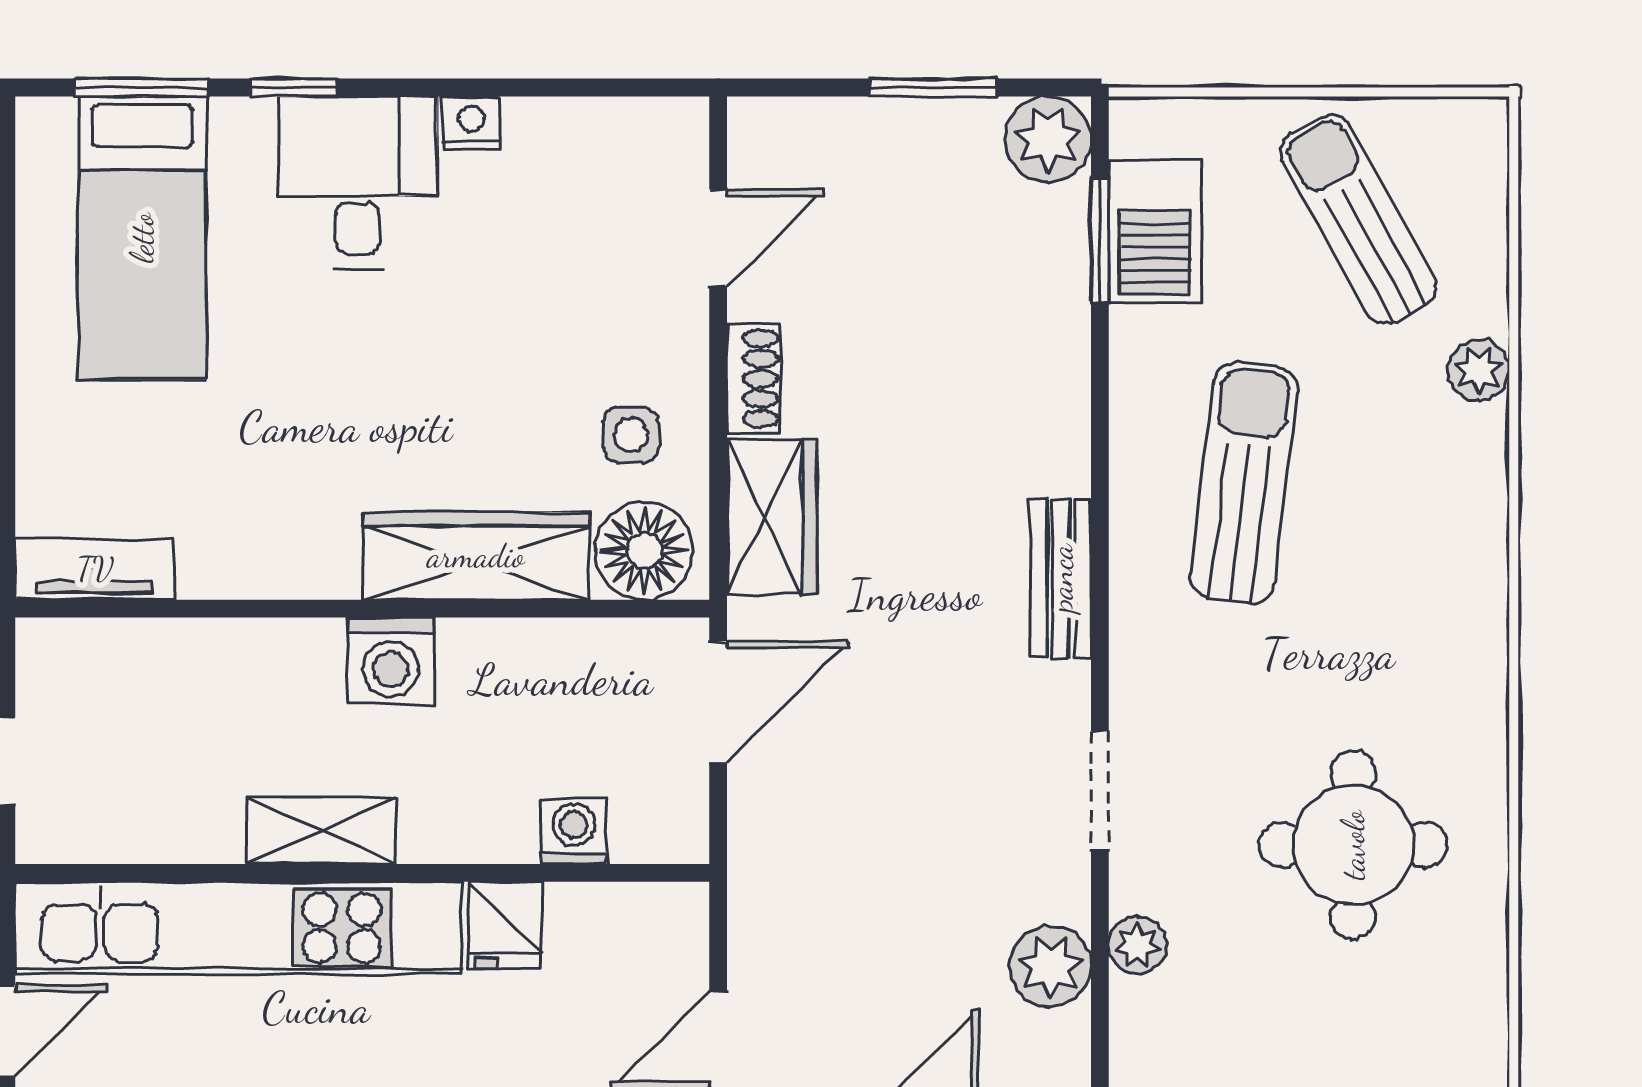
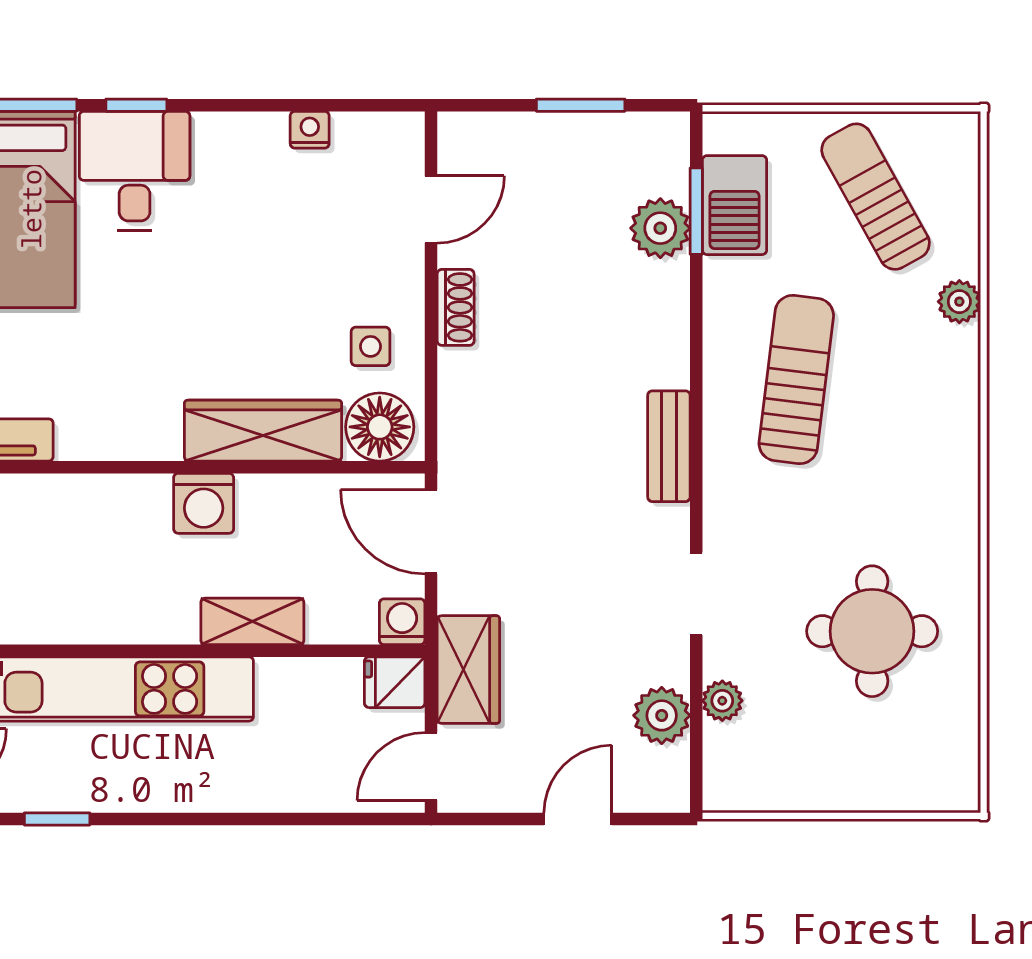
nightstand: (471, 123) -> (310, 130), moved
plant: (1048, 139) -> (660, 228), moved
desk: (358, 182) -> (135, 171), moved
wardrobe: (772, 517) -> (468, 670), moved
door: (718, 702) -> (431, 532), swing flipped
shelving: (321, 831) -> (252, 621), moved
washing machine: (574, 831) -> (402, 622), moved
fridge: (505, 925) -> (395, 682), moved, turned 90

